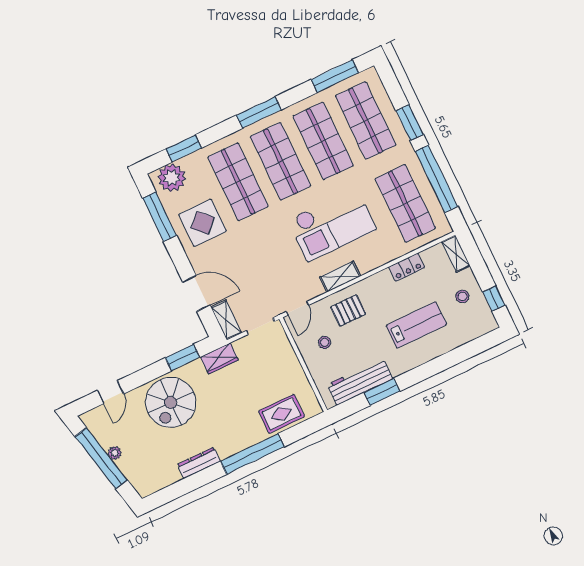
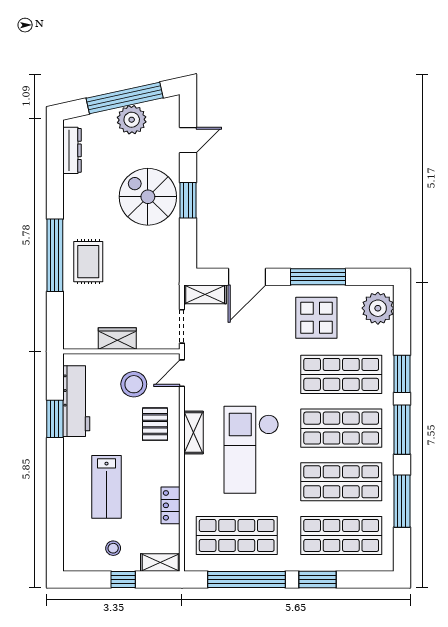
window: (335, 76) -> (402, 501), moved
window: (184, 149) -> (402, 374), moved
window: (160, 217) -> (318, 277), moved
window: (494, 299) -> (123, 579), moved
door: (297, 308) -> (182, 373), hinge flipped
stool: (325, 342) -> (134, 384), width x1.89, depth x1.89
window: (183, 358) -> (188, 200), moved
wardrobe: (219, 358) -> (117, 338), moved, turned 90
door: (110, 392) -> (188, 140), swing flipped
rug: (281, 414) -> (88, 262), moved
plant: (115, 453) -> (132, 120), width x1.88, depth x1.88
dresser: (199, 463) -> (72, 150), moved

